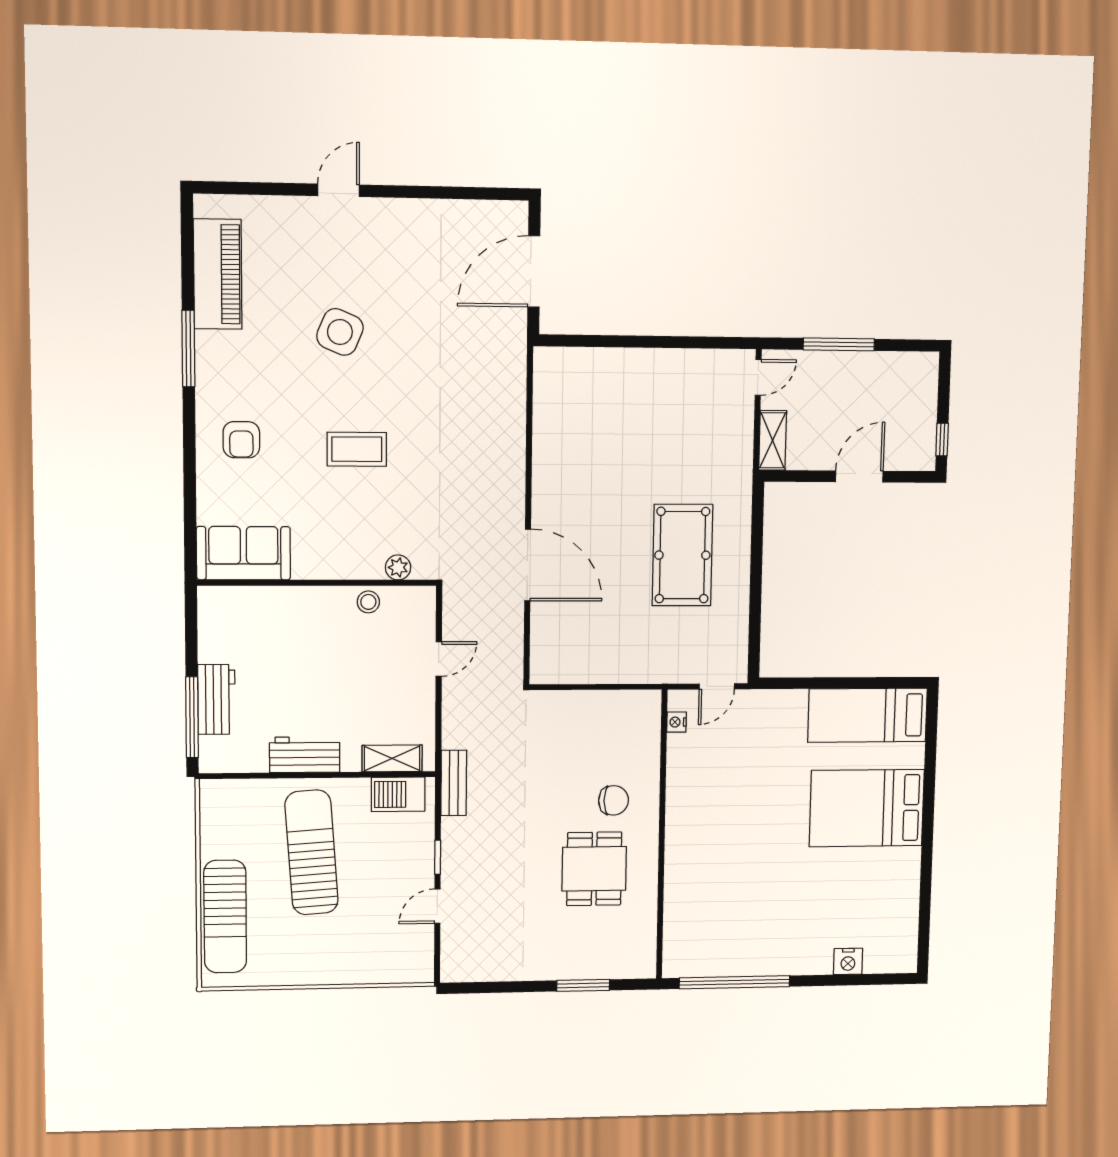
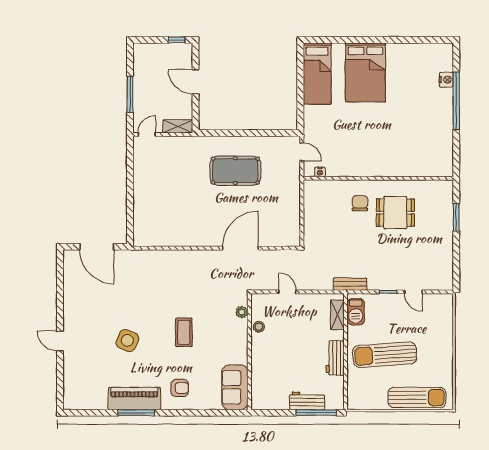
piano: (218, 274) -> (134, 399), moved
door: (758, 377) -> (147, 135), hinge flipped
window: (735, 982) -> (456, 101), moved

